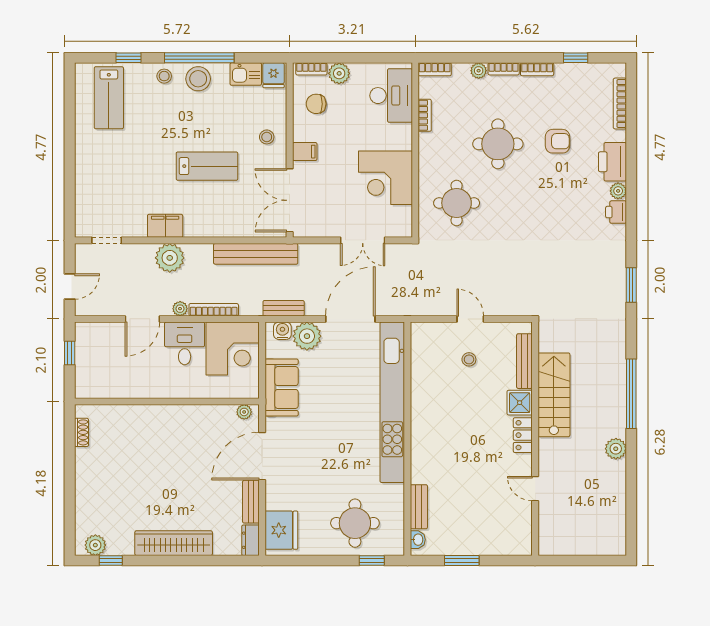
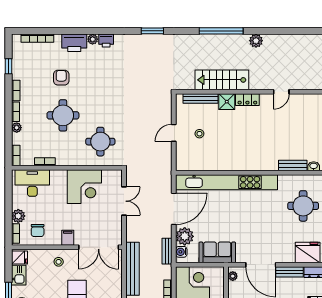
door: (350, 319) -> (174, 209), swing flipped

